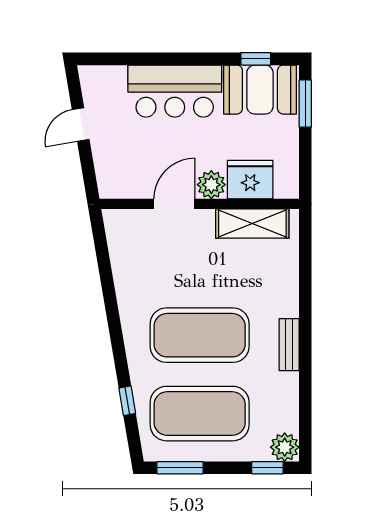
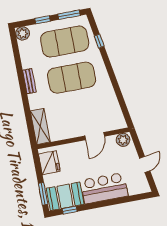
fridge: (250, 180) -> (49, 163), moved, turned -90
plant: (211, 185) -> (123, 140), moved
shelving: (252, 223) -> (40, 126), moved, turned 90
window: (267, 468) -> (43, 20), moved

